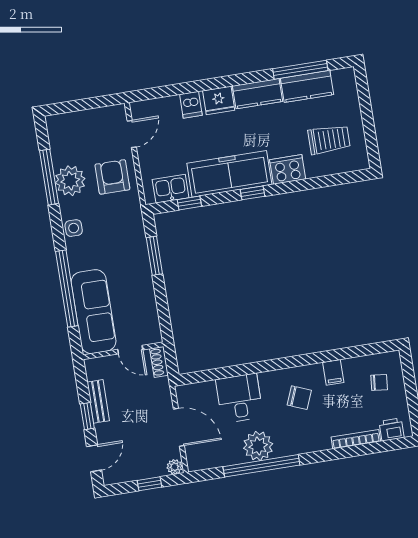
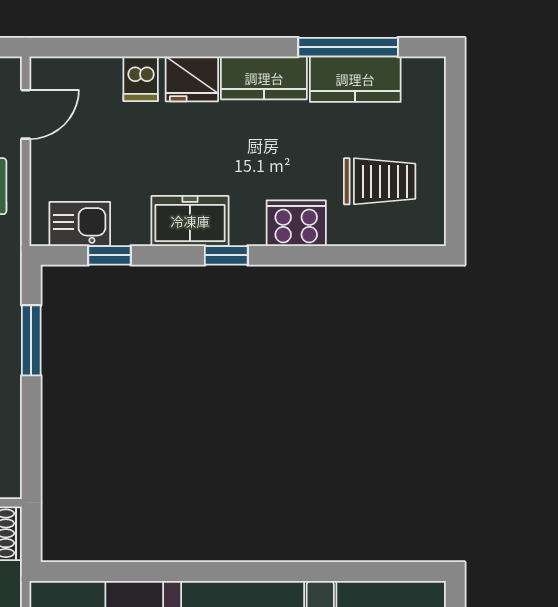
freezer: (229, 174) -> (190, 221), width x0.52, depth x0.79

